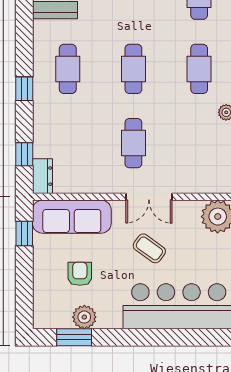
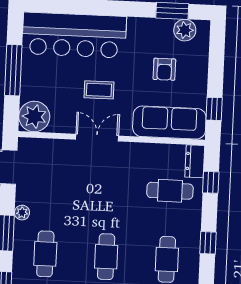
cafe table: (133, 143) -> (170, 191), moved, turned 90
coffee table: (149, 248) -> (99, 90), turned -36
plant: (84, 317) -> (185, 30), moved

